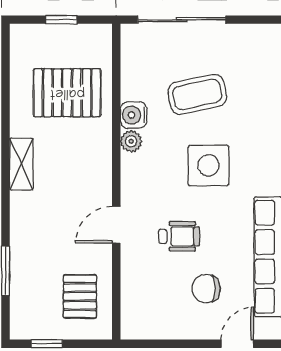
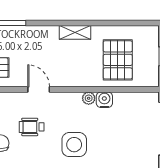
coffee table: (197, 94) -> (117, 138), removed
wheelchair: (179, 236) -> (32, 127), turned 90

